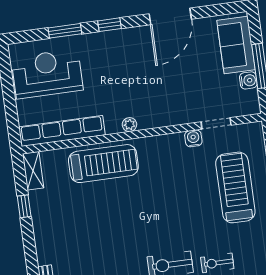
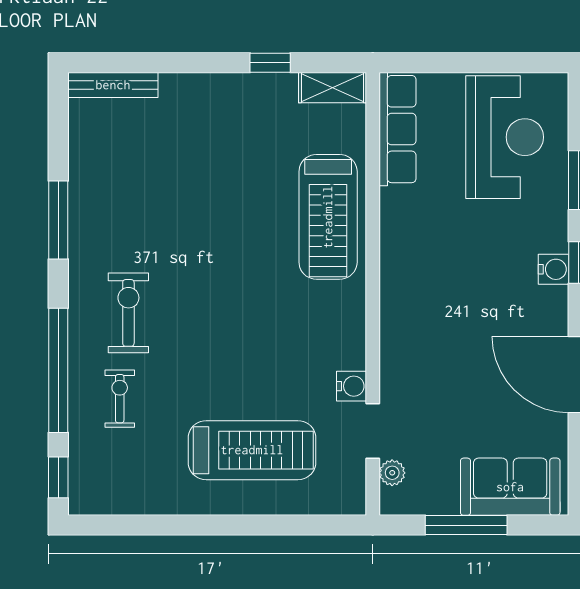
water cooler: (248, 80) -> (553, 269), moved, turned -90
plant: (129, 125) -> (392, 473), moved
row of seats: (62, 131) -> (398, 129), width x0.73

